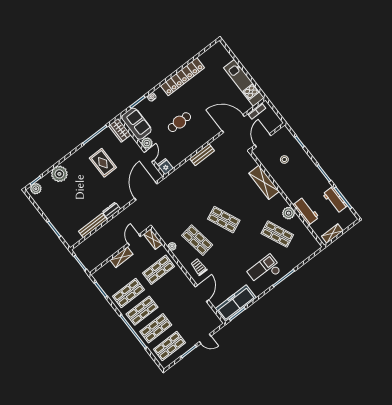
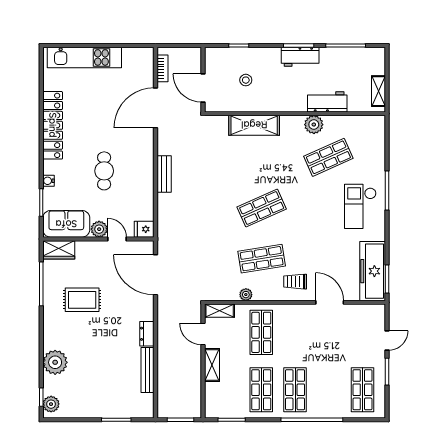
kitchen unit: (244, 83) -> (84, 57), moved
workbench: (335, 200) -> (300, 57), moved
shop shelf: (156, 328) -> (329, 390), removed

